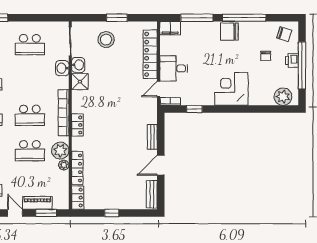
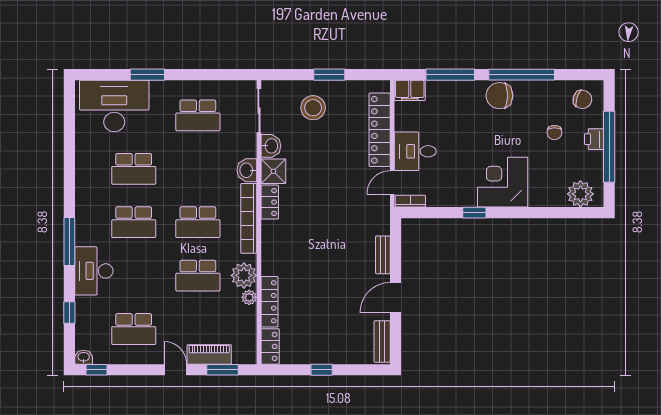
washbasin: (62, 68) -> (247, 170), moved
window: (194, 109) -> (474, 213), moved
locker: (77, 125) -> (270, 202), moved

